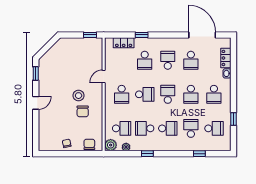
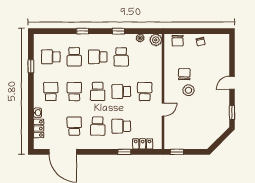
school desk: (145, 60) -> (121, 126), turned -90
school desk: (122, 128) -> (145, 57), removed
school desk: (145, 128) -> (121, 57), turned 90
window: (199, 154) -> (83, 31), moved

